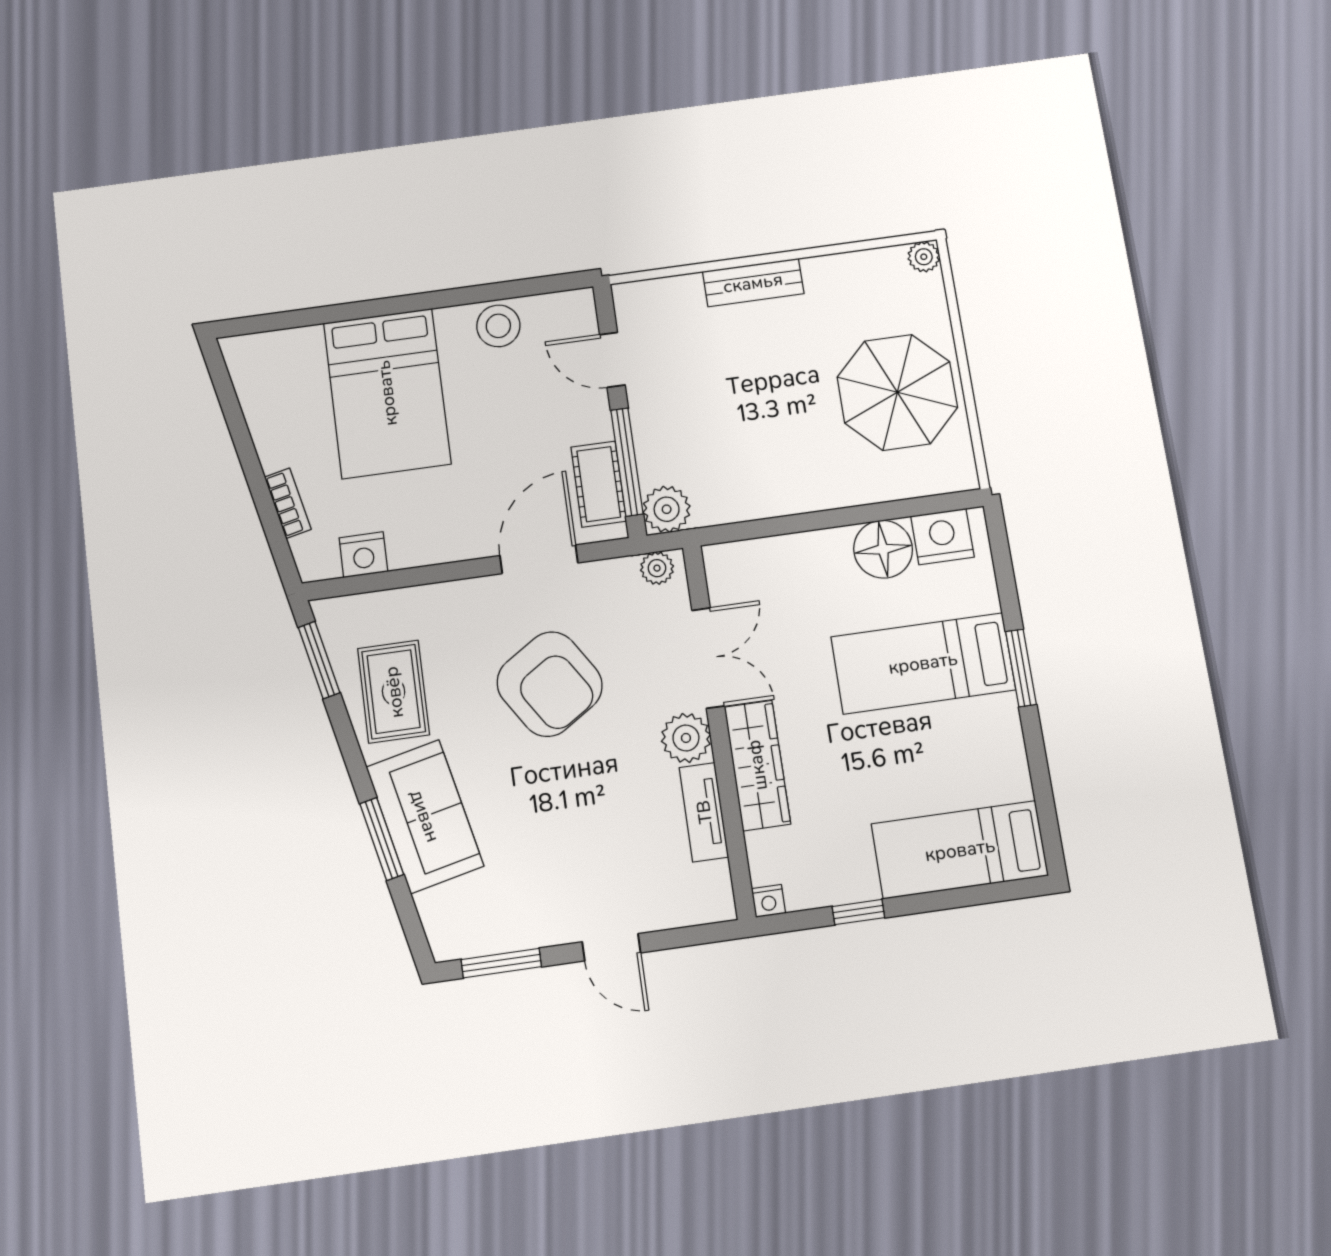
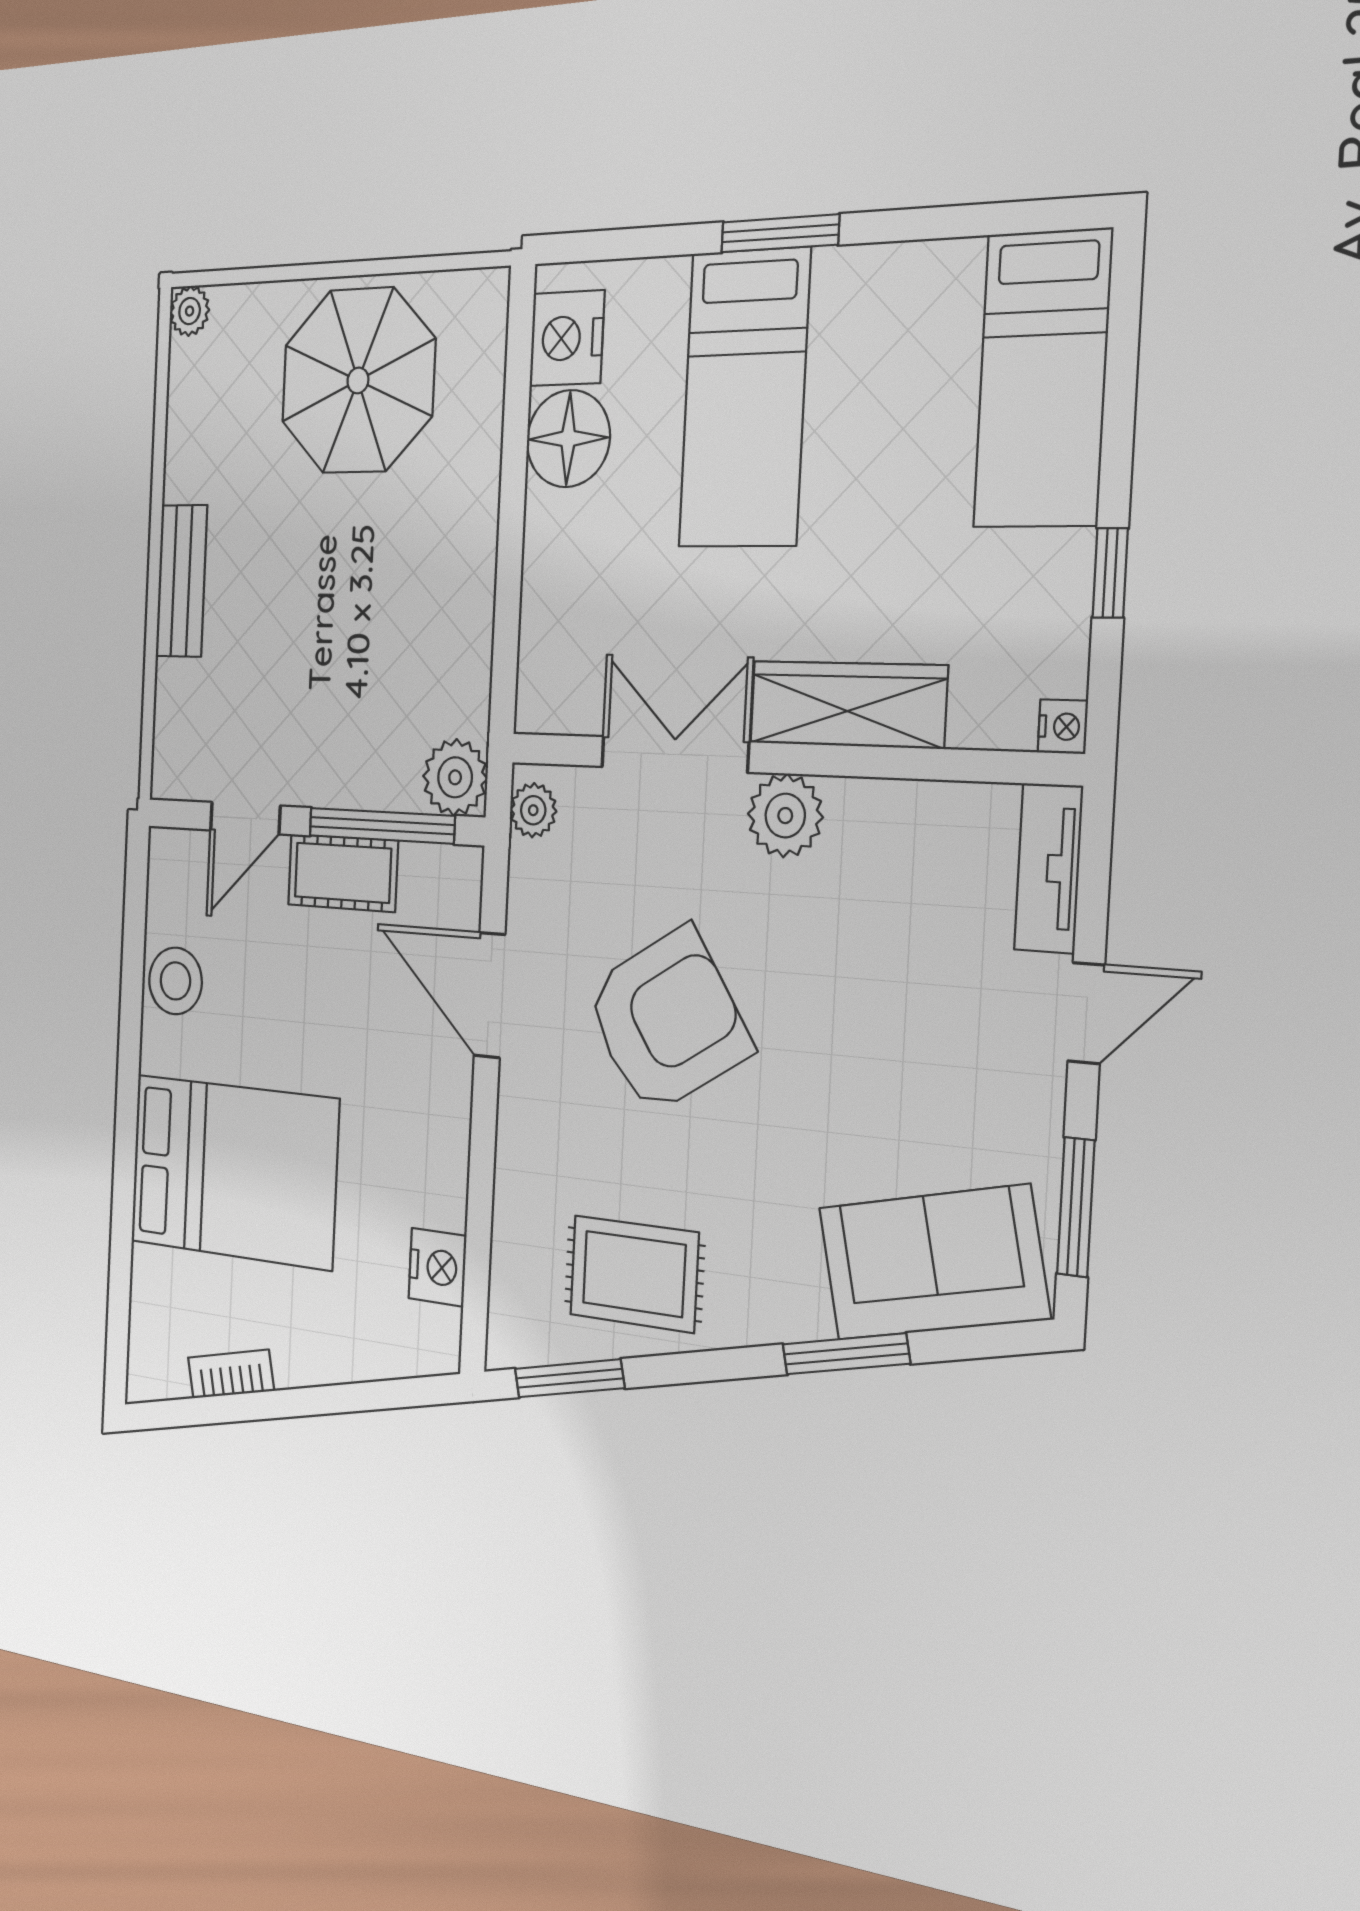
cot: (599, 484) -> (343, 873), moved
bookcase: (288, 503) -> (231, 1374), moved
tv unit: (704, 812) -> (1049, 868), moved, turned 90
sofa: (425, 816) -> (933, 1263), moved

